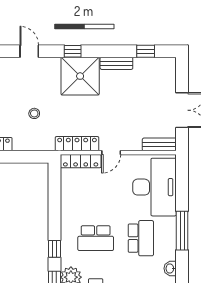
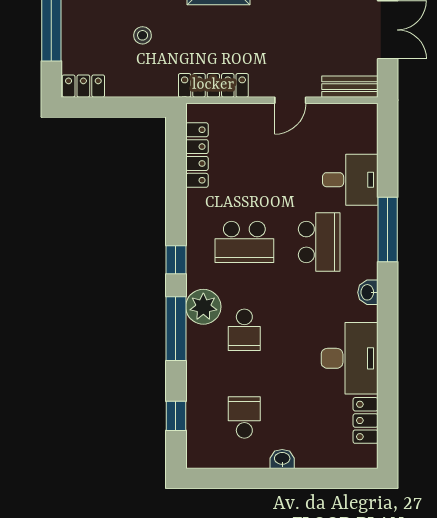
door: (111, 153) -> (290, 100), moved
locker: (81, 161) -> (197, 155), moved, turned -90
desk: (155, 187) -> (350, 180), width x0.53, depth x0.77

